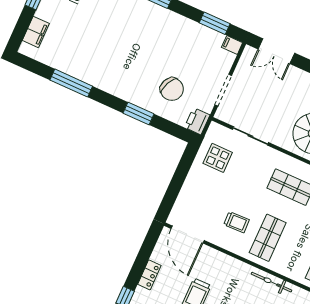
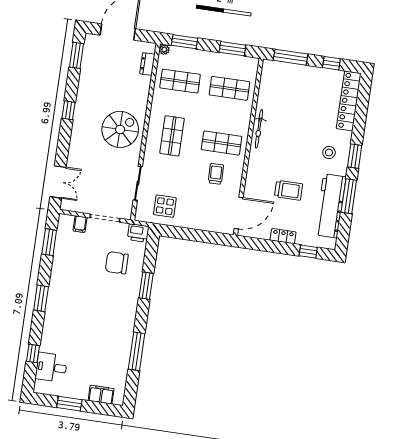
filing cabinet: (232, 45) -> (80, 224), moved
chair: (172, 89) -> (117, 263), turned -115

